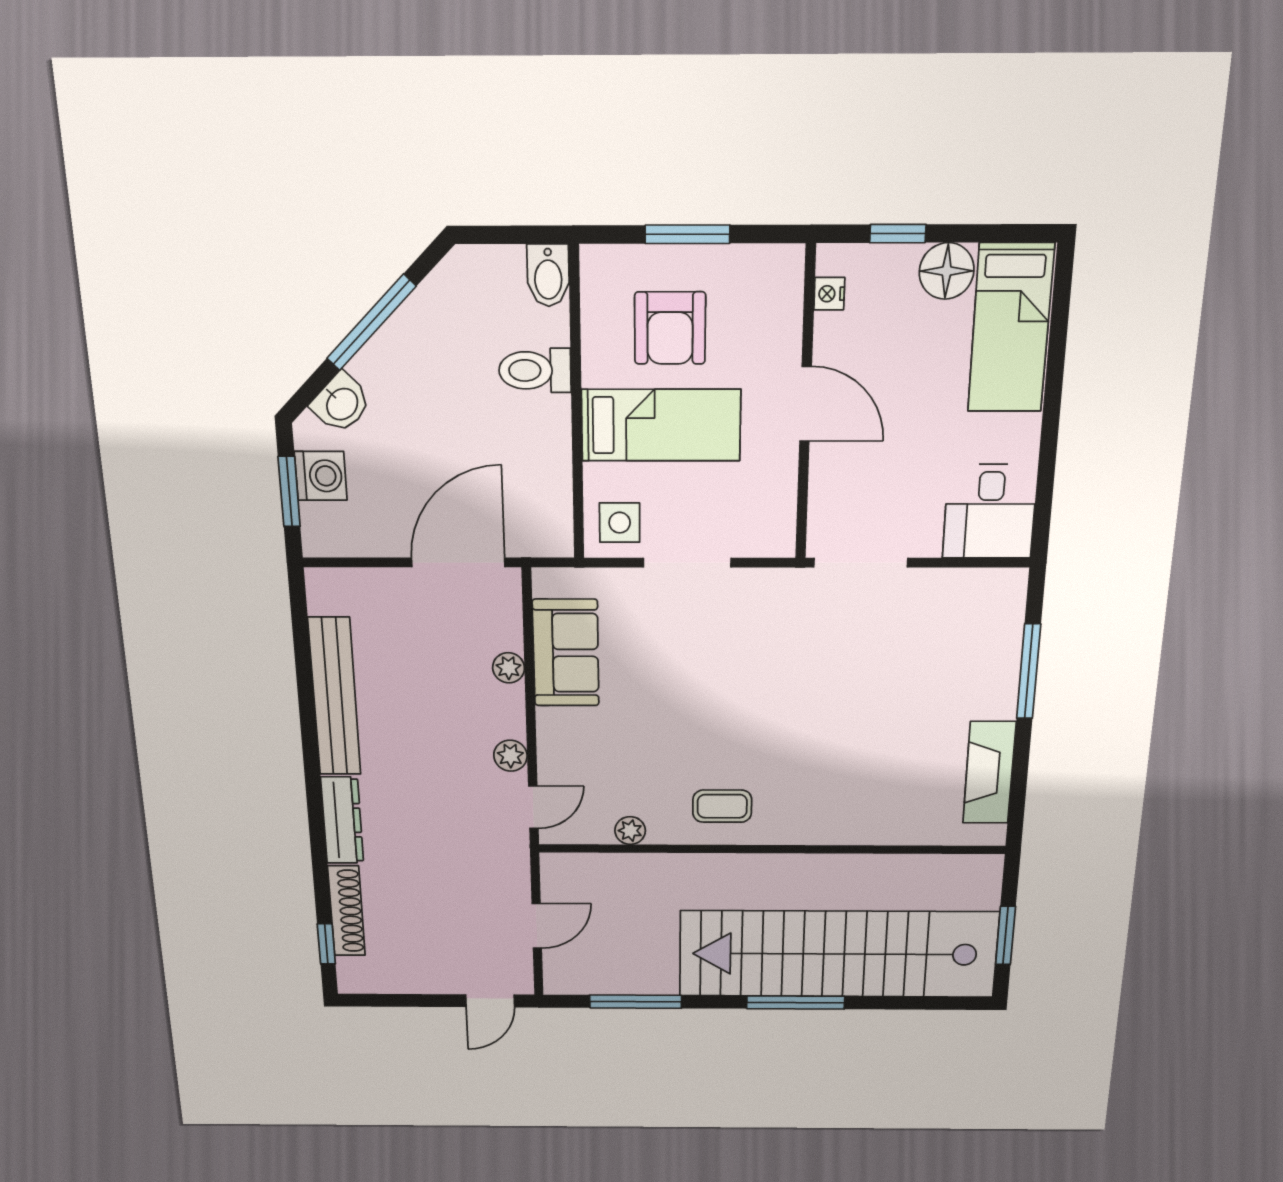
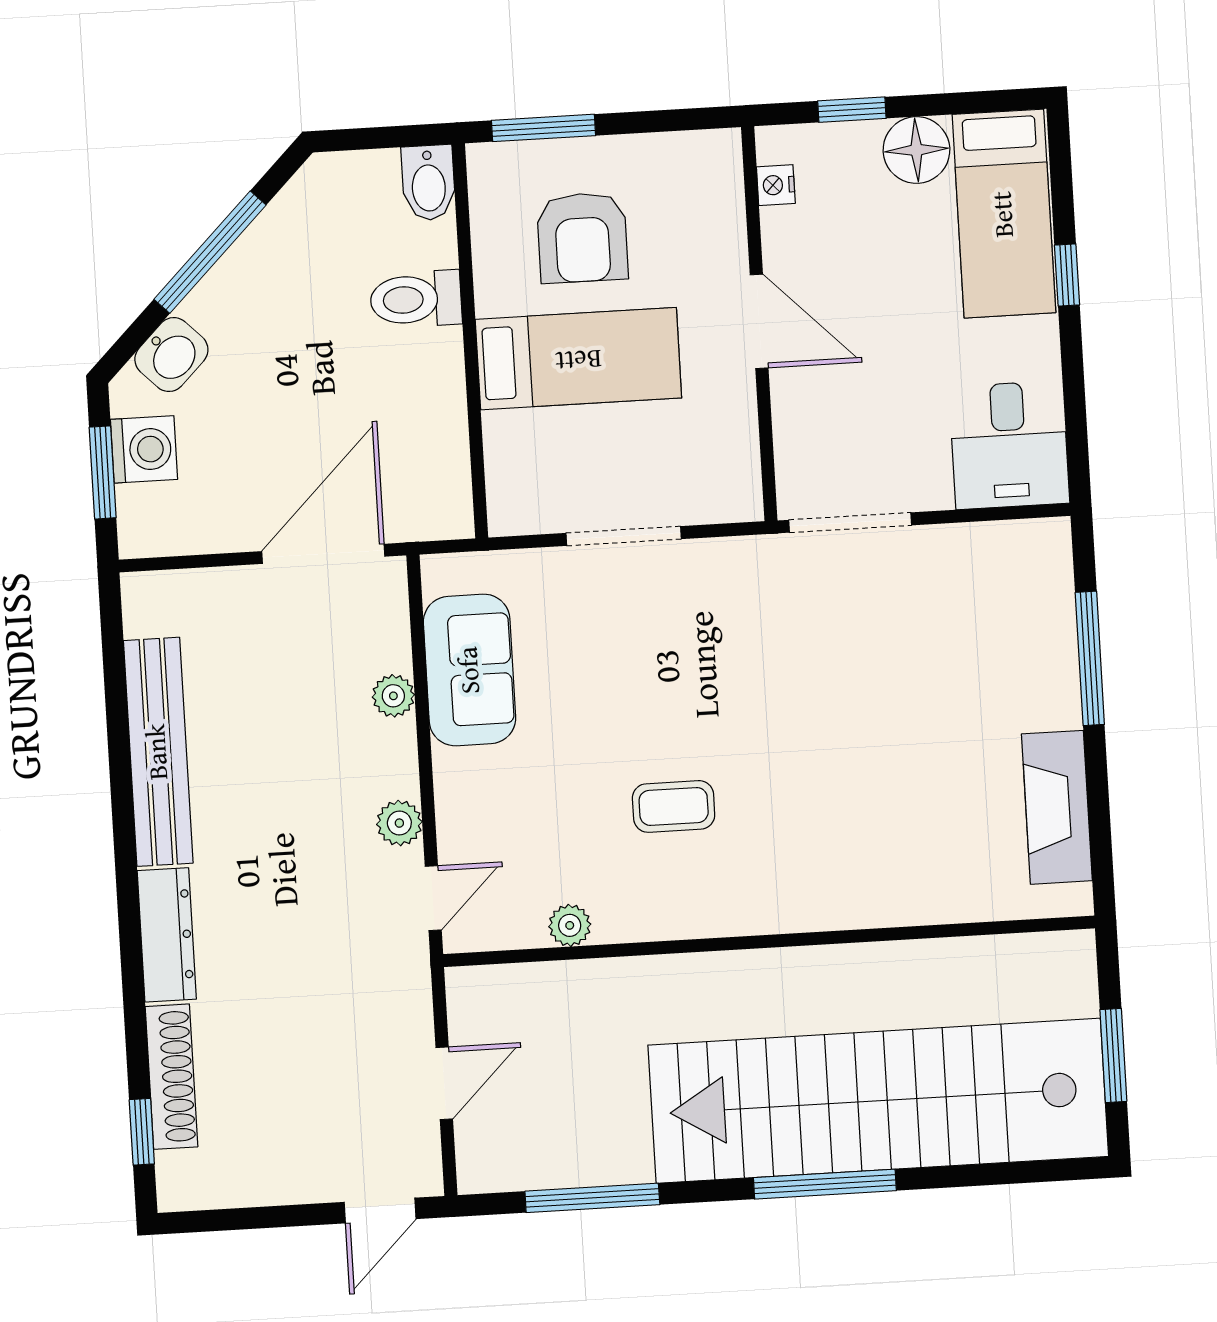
window: (687, 234) -> (544, 128), moved
window: (1054, 381) -> (1067, 275), added
side table: (620, 523) -> (532, 488), removed
coffee table: (722, 806) -> (674, 806), moved

